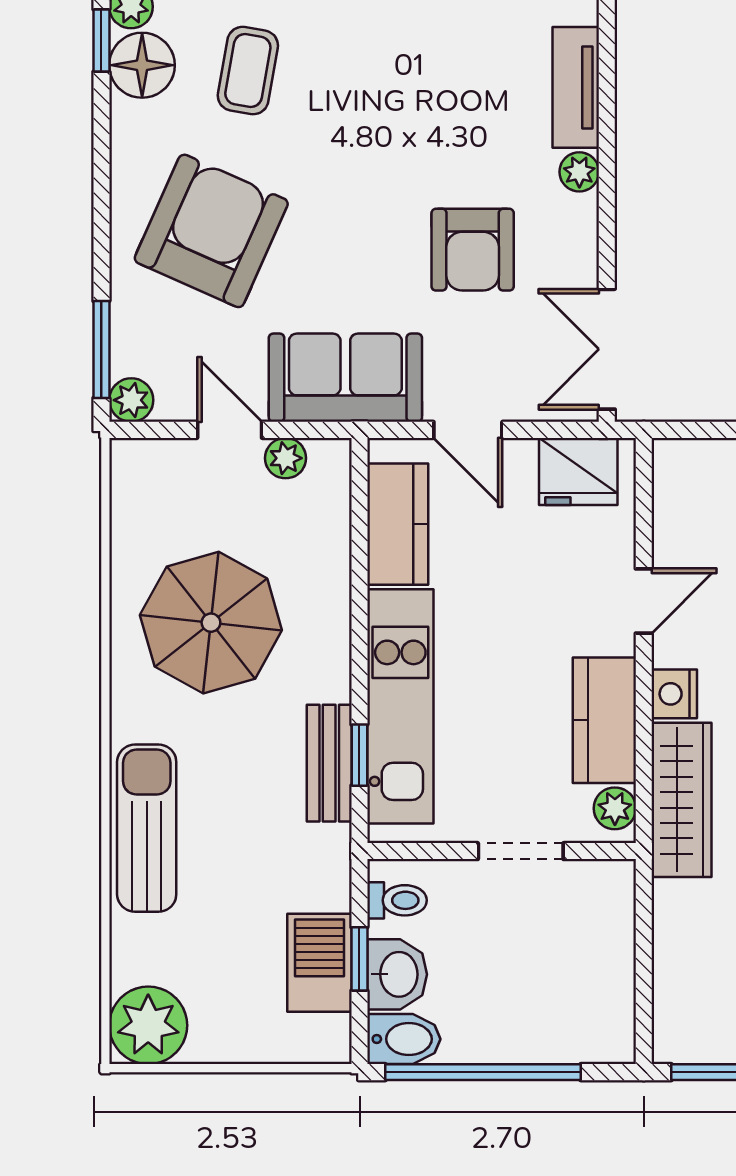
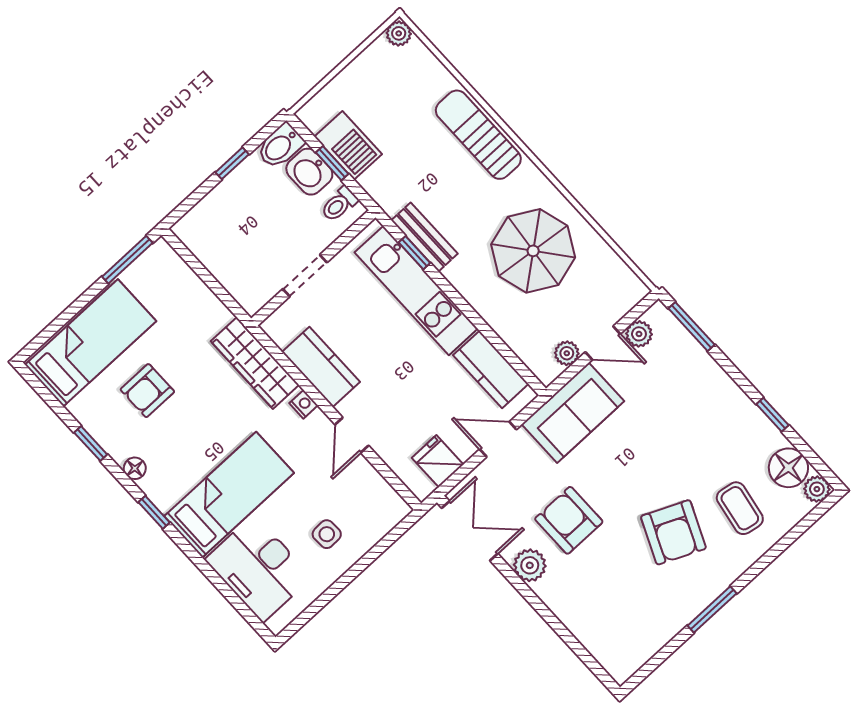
window: (101, 41) -> (772, 415), moved
tv unit: (576, 87) -> (589, 633), removed
plant: (579, 172) -> (530, 565), moved, width x1.38, depth x1.38
armchair: (211, 231) -> (673, 532), moved, width x0.73, depth x0.73
plant: (131, 400) -> (639, 334), moved
fridge: (578, 471) -> (438, 461), width x0.72
nightstand: (674, 694) -> (304, 404), width x0.72, depth x0.74
plant: (615, 808) -> (281, 332), removed
sun lounger: (147, 828) -> (478, 135), turned 180
plant: (148, 1025) -> (399, 33), width x0.53, depth x0.53
window: (483, 1072) -> (232, 163), width x0.32

